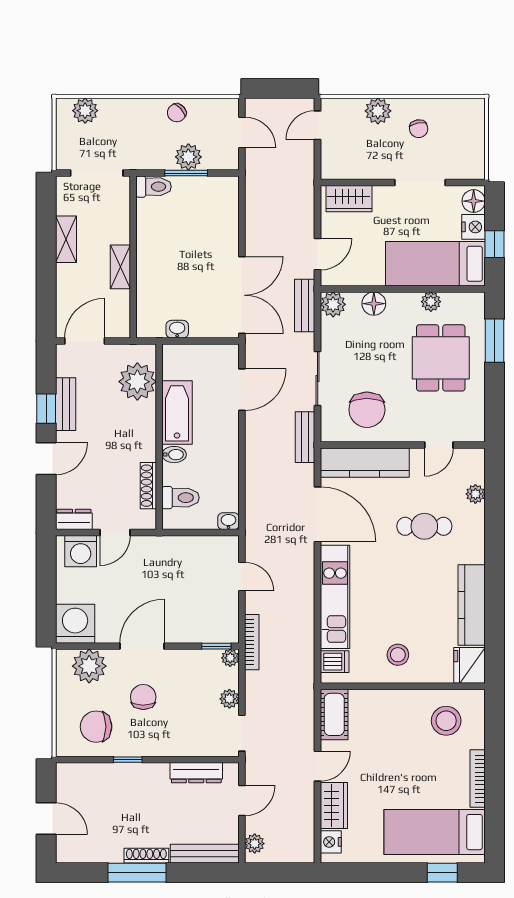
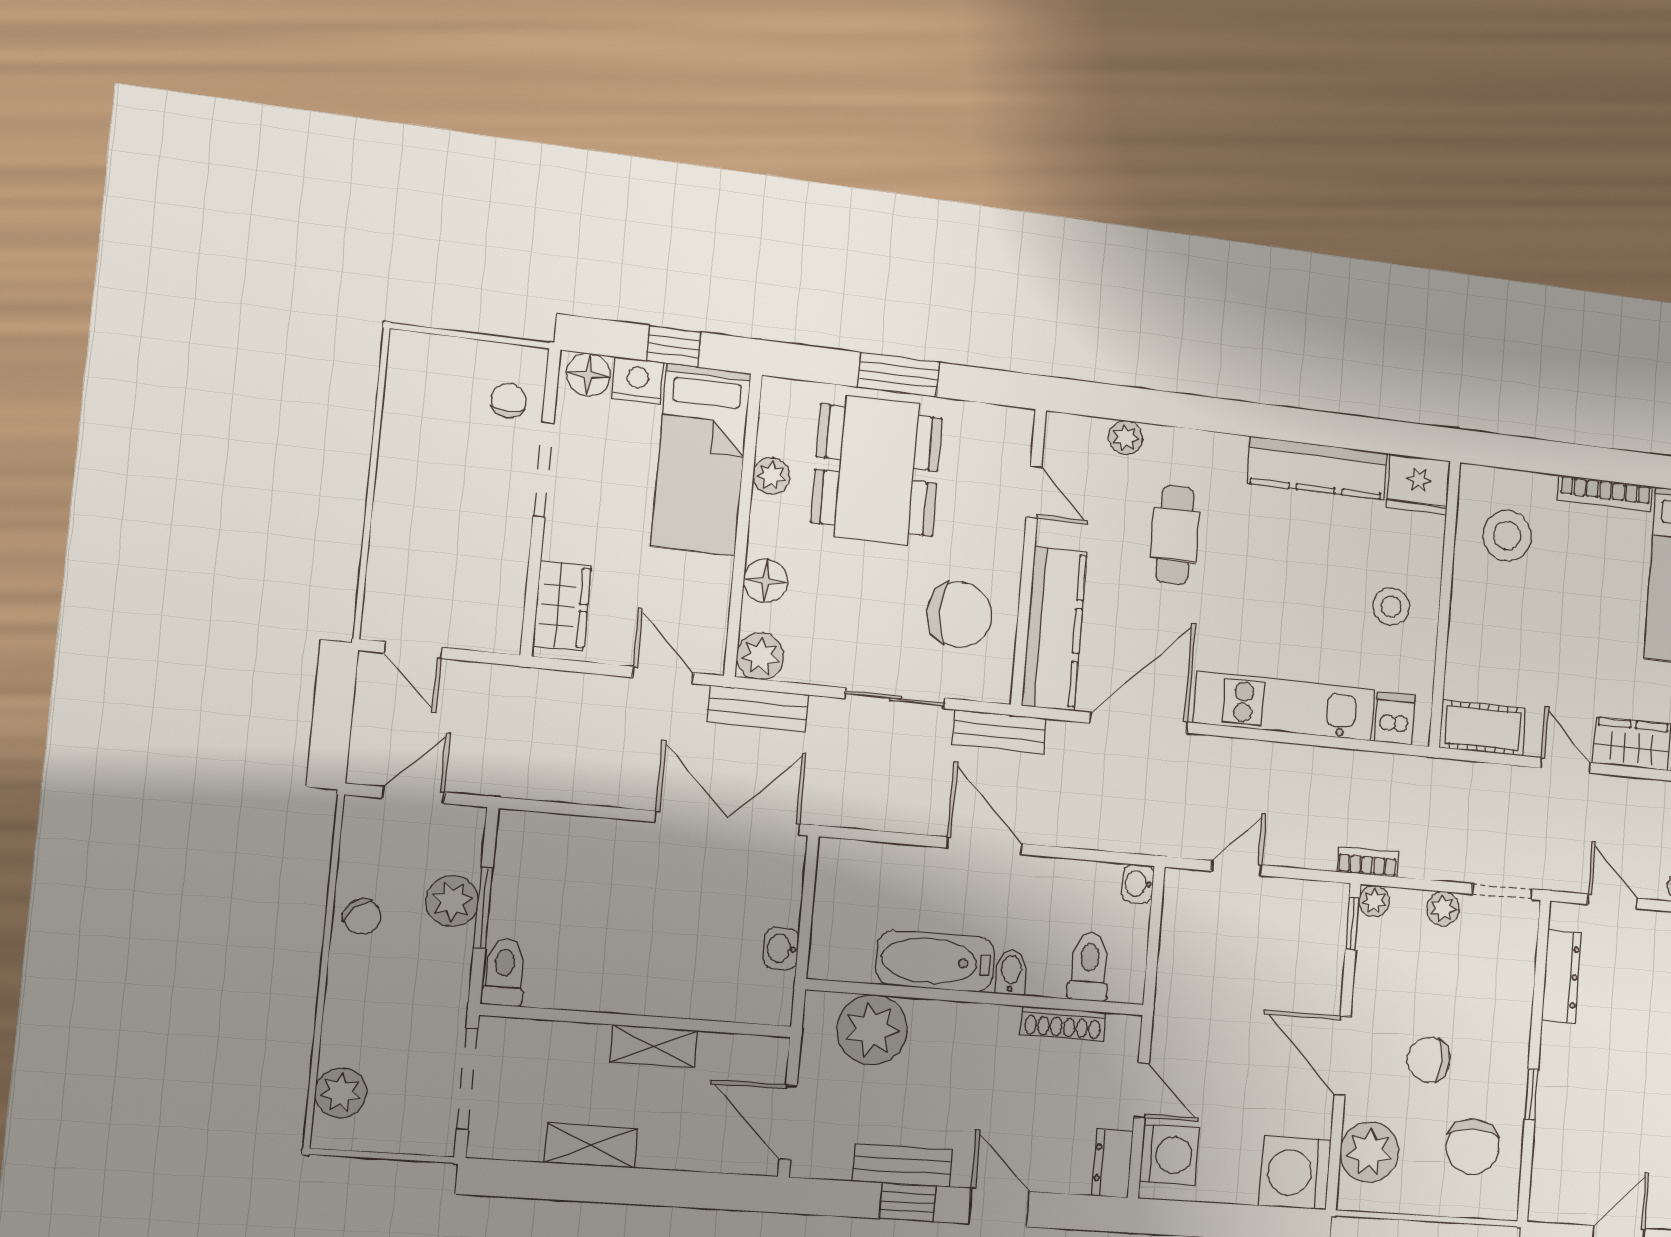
plant: (378, 111) -> (396, 533), removed
chair: (419, 129) -> (509, 401), moved, turned -79
window: (494, 341) -> (899, 375), moved
dining table: (441, 358) -> (877, 470), width x1.38
door: (242, 390) -> (984, 846), moved
bookcase: (252, 642) -> (1368, 862), width x0.64

